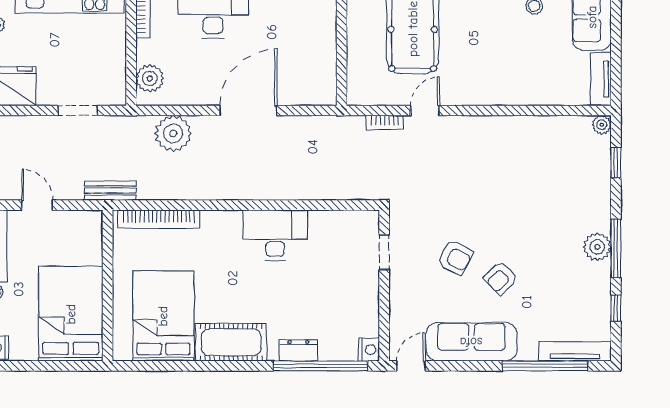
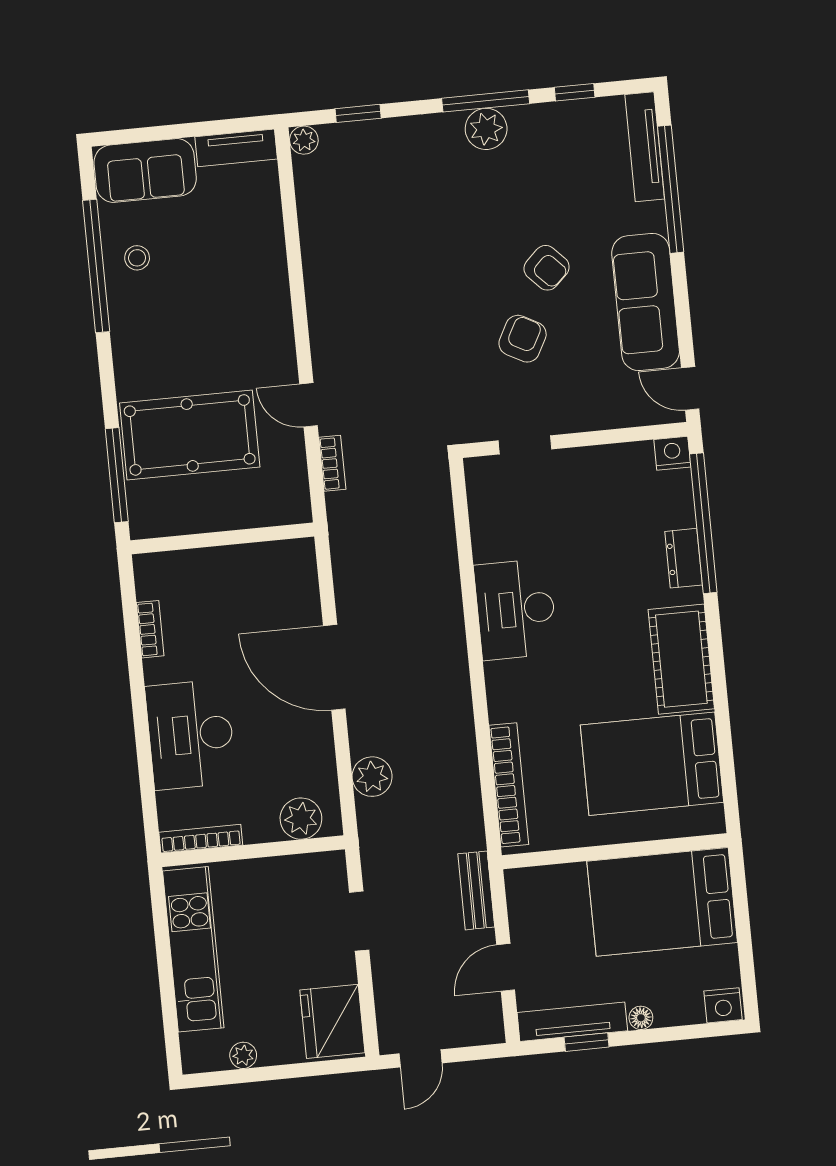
plant: (173, 133) -> (372, 777), width x0.73, depth x0.73
bench: (110, 191) -> (476, 890), moved

